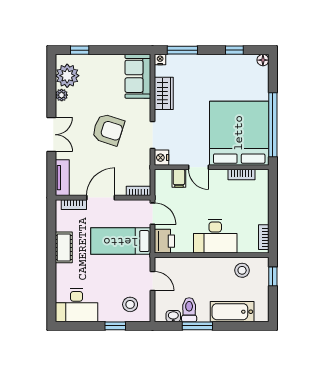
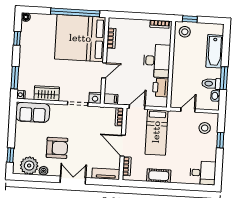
armchair: (108, 130) -> (57, 148), moved, turned 72
filing cabinet: (179, 178) -> (111, 99), moved
printer: (164, 241) -> (161, 88), moved, turned -90
stool: (242, 270) -> (185, 32), moved
desk: (76, 305) -> (203, 173), width x0.73

